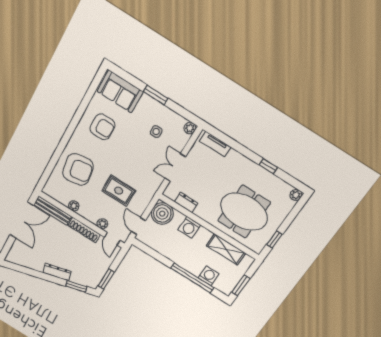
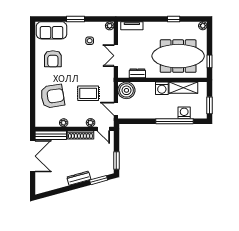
armchair: (102, 127) -> (53, 59), turned 90
meeting table: (244, 212) -> (178, 56), width x1.36
washing machine: (189, 227) -> (162, 88), moved

